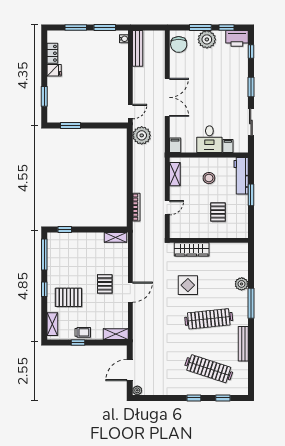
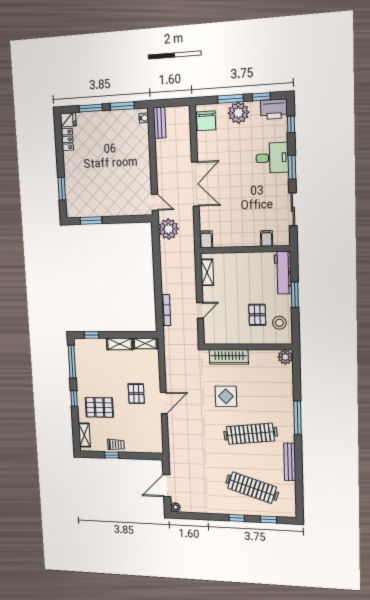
bench: (138, 48) -> (160, 123), width x0.73
fridge: (54, 70) -> (68, 120), moved
door: (130, 112) -> (155, 202), hinge flipped
desk: (209, 139) -> (272, 158), moved, turned -90
stool: (209, 178) -> (279, 323), moved
plant: (242, 284) -> (285, 357), moved
shelving: (116, 334) -> (120, 344), moved

